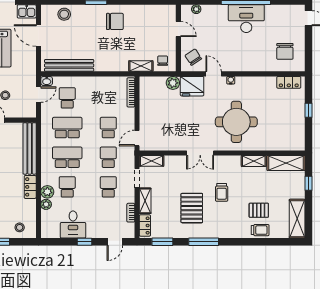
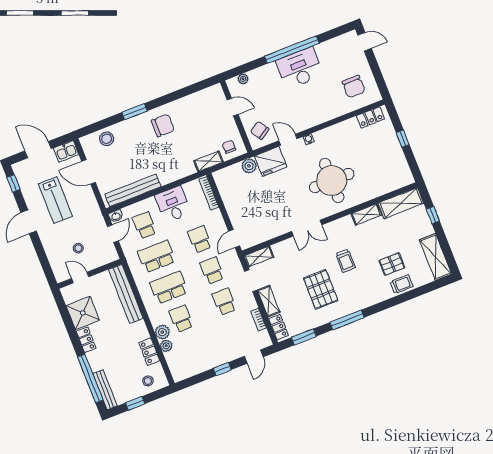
locker: (30, 187) -> (149, 352), moved
desk: (73, 225) -> (173, 204), moved, turned 180

